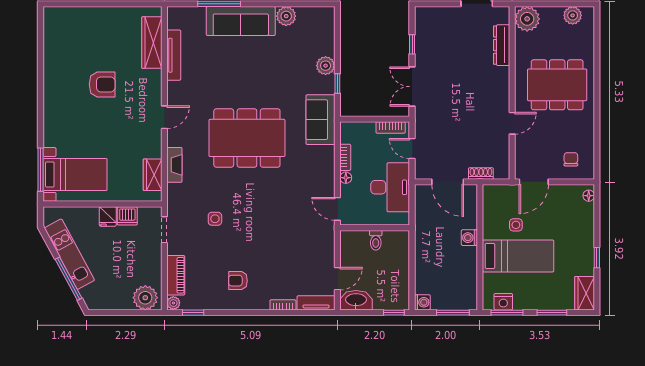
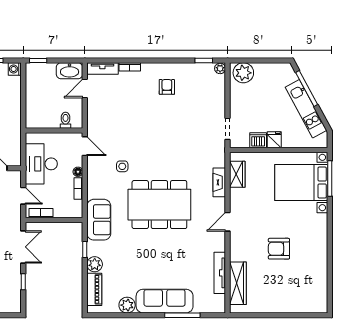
bed with nightstands: (75, 174) -> (301, 182), width x1.36
side table: (215, 219) -> (122, 166), moved
toilet: (376, 240) -> (65, 120), moved
piano: (176, 275) -> (94, 289), moved, turned 180
armchair: (238, 281) -> (167, 87), turned -90

